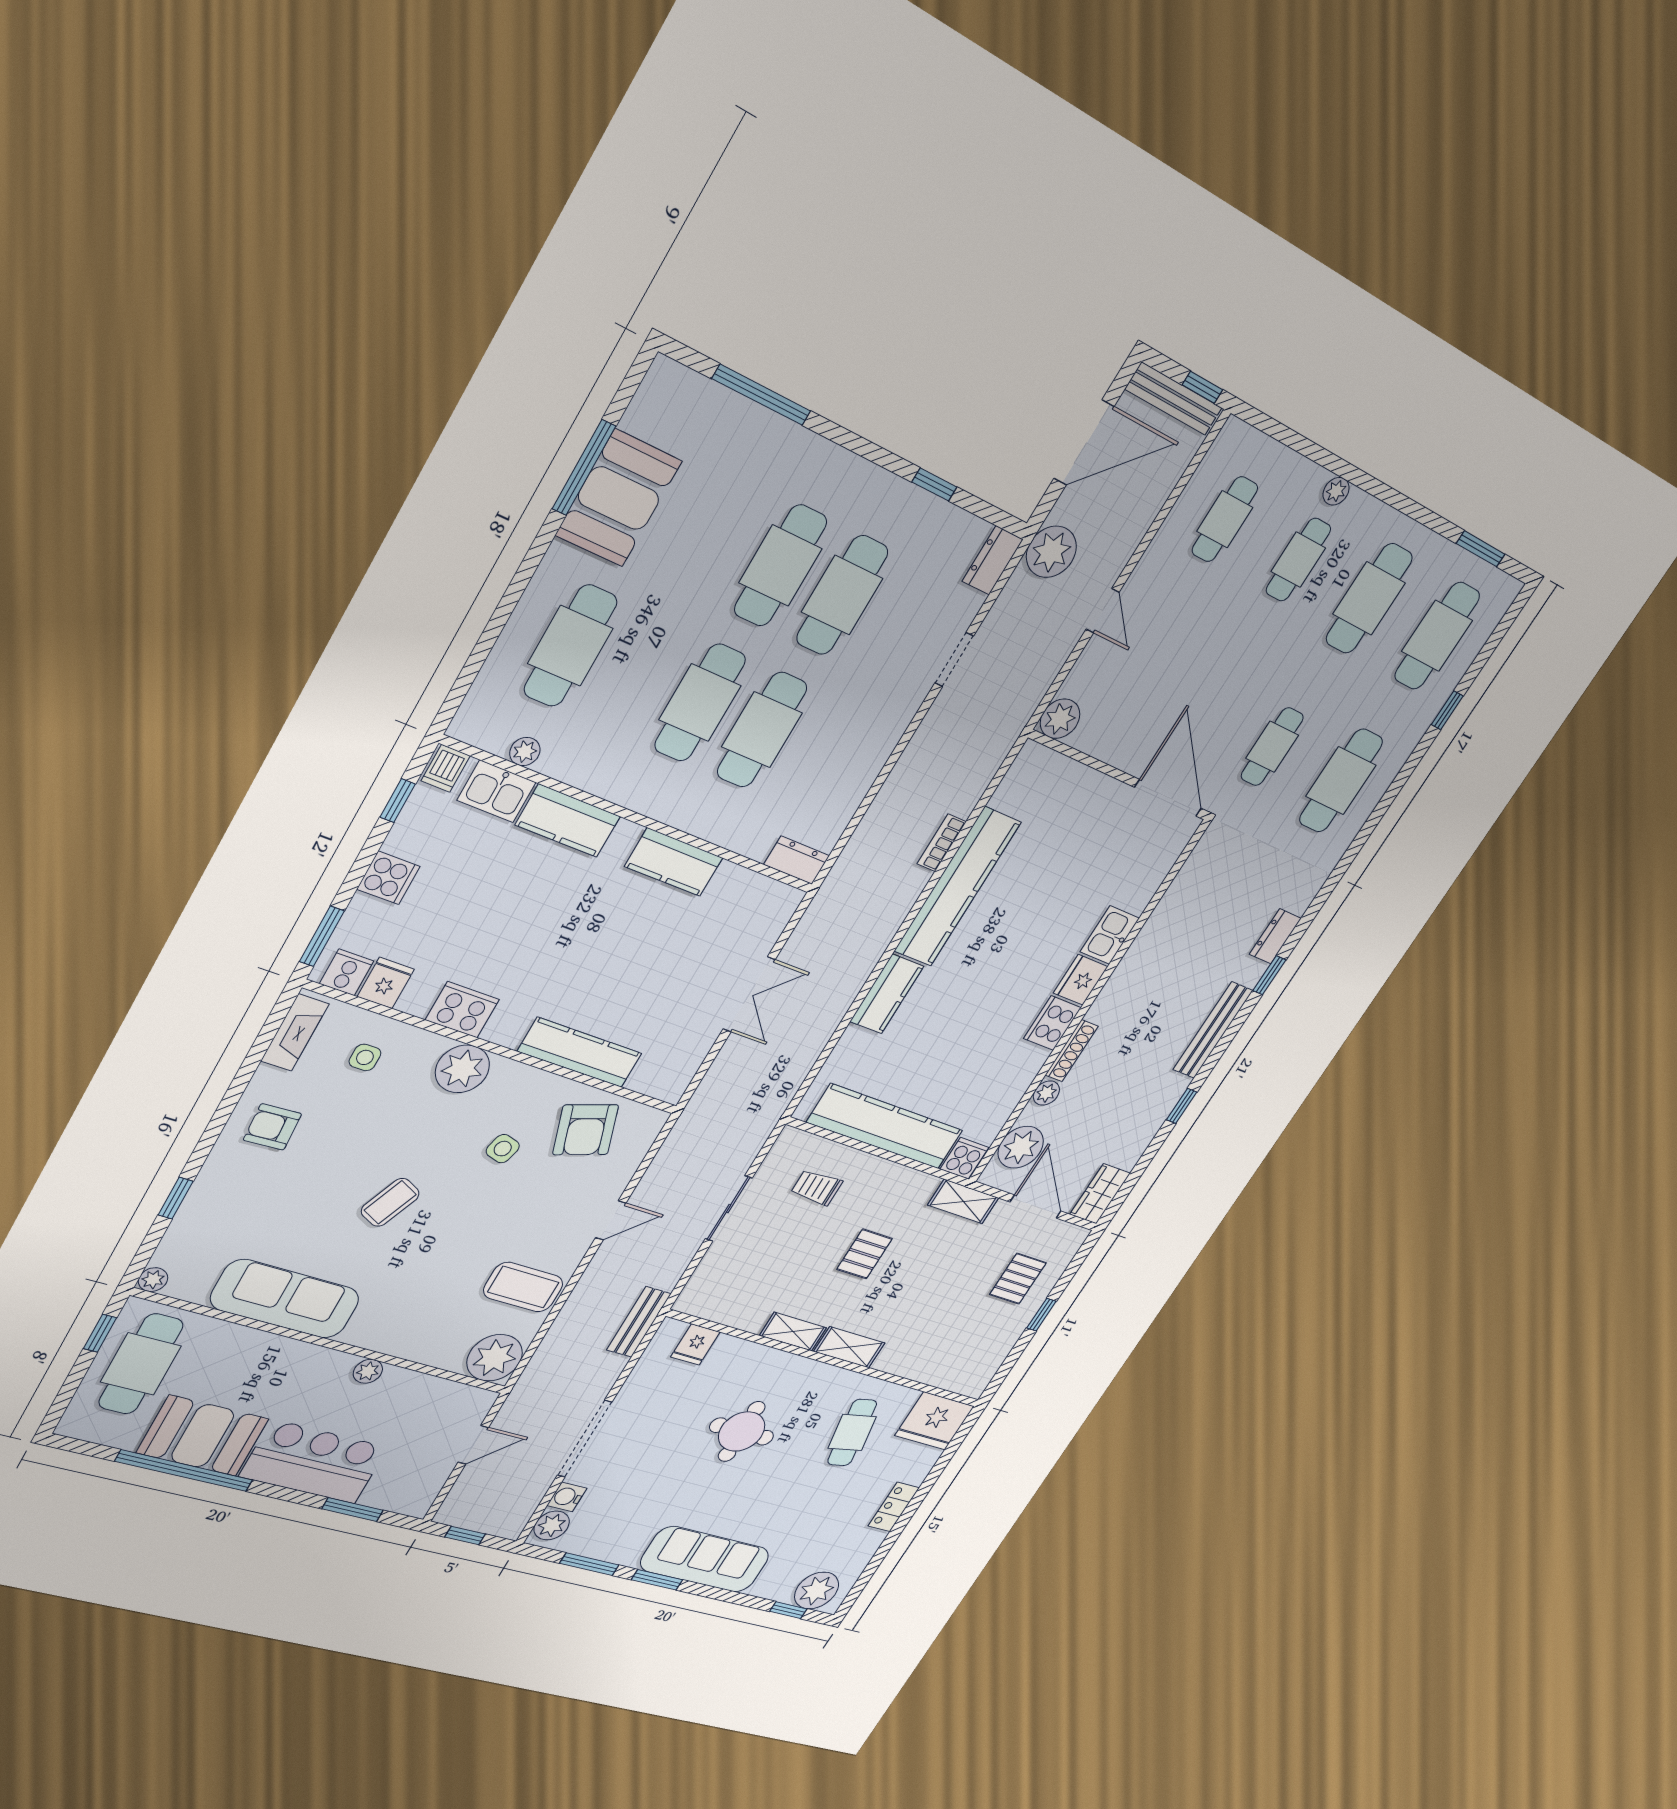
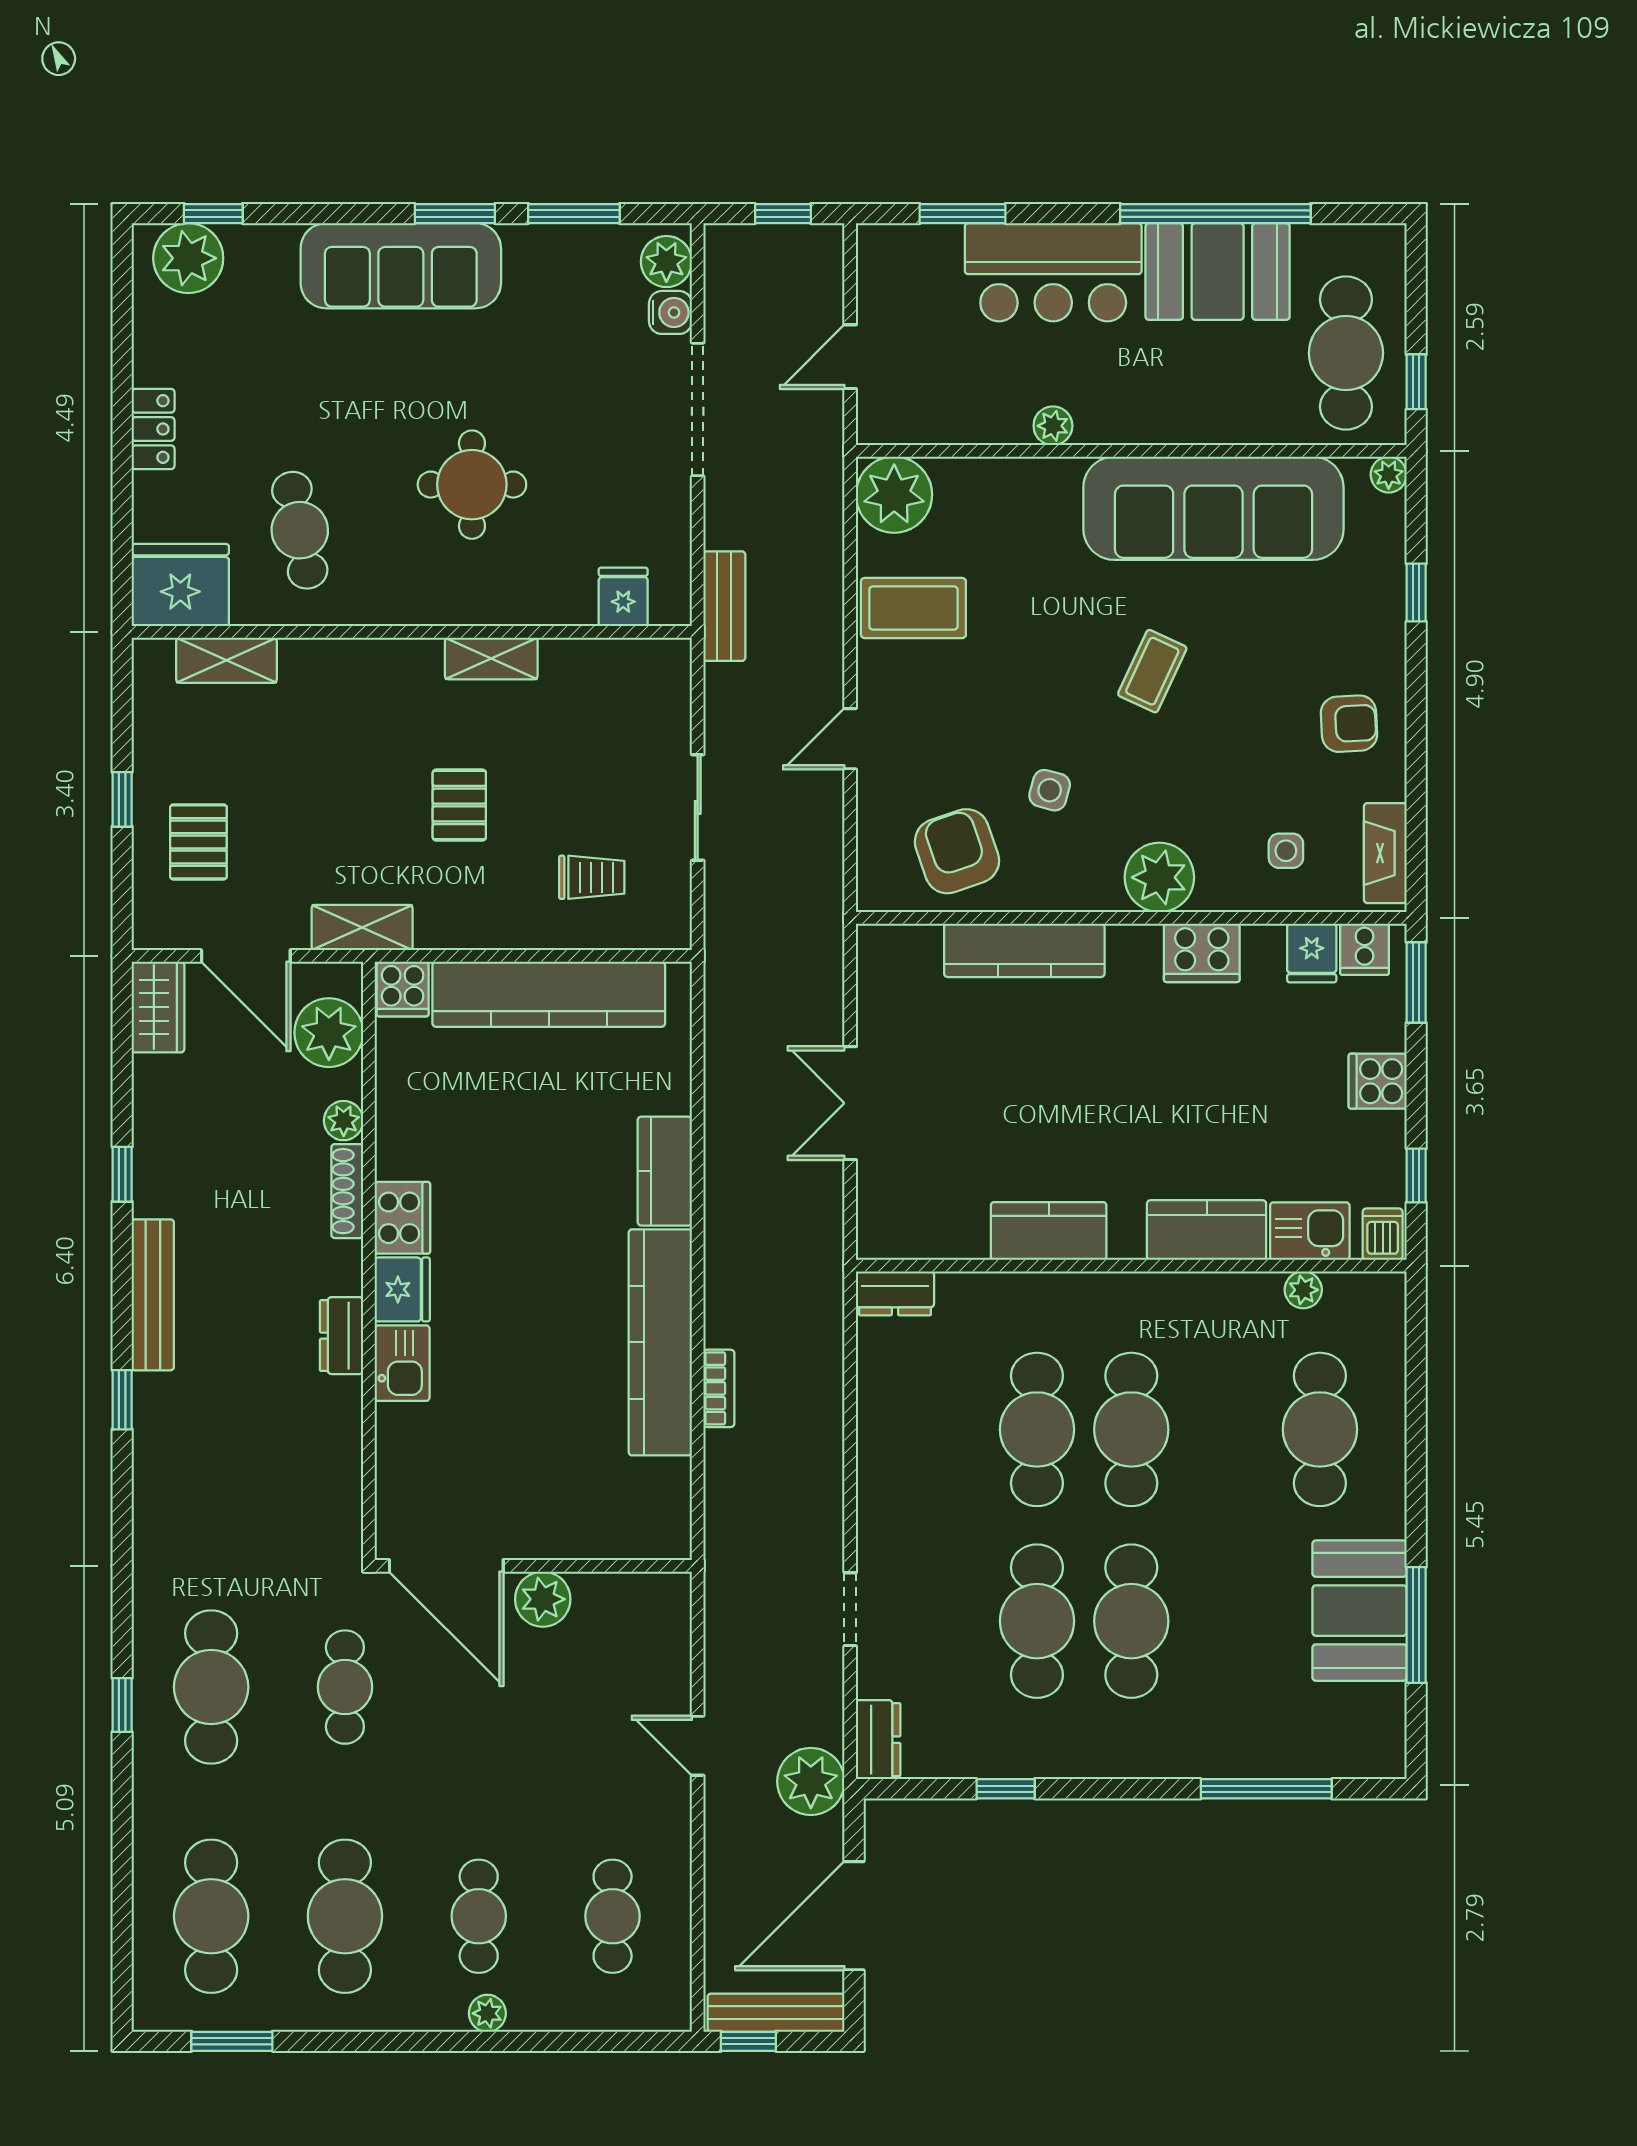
window: (1447, 710) -> (122, 1705), moved
plant: (1060, 719) -> (543, 1599), moved
dresser: (1275, 936) -> (342, 1336), moved, turned 180
sofa: (285, 1299) -> (1213, 508), width x1.36, depth x1.27
shelving: (849, 1347) -> (227, 660), moved

